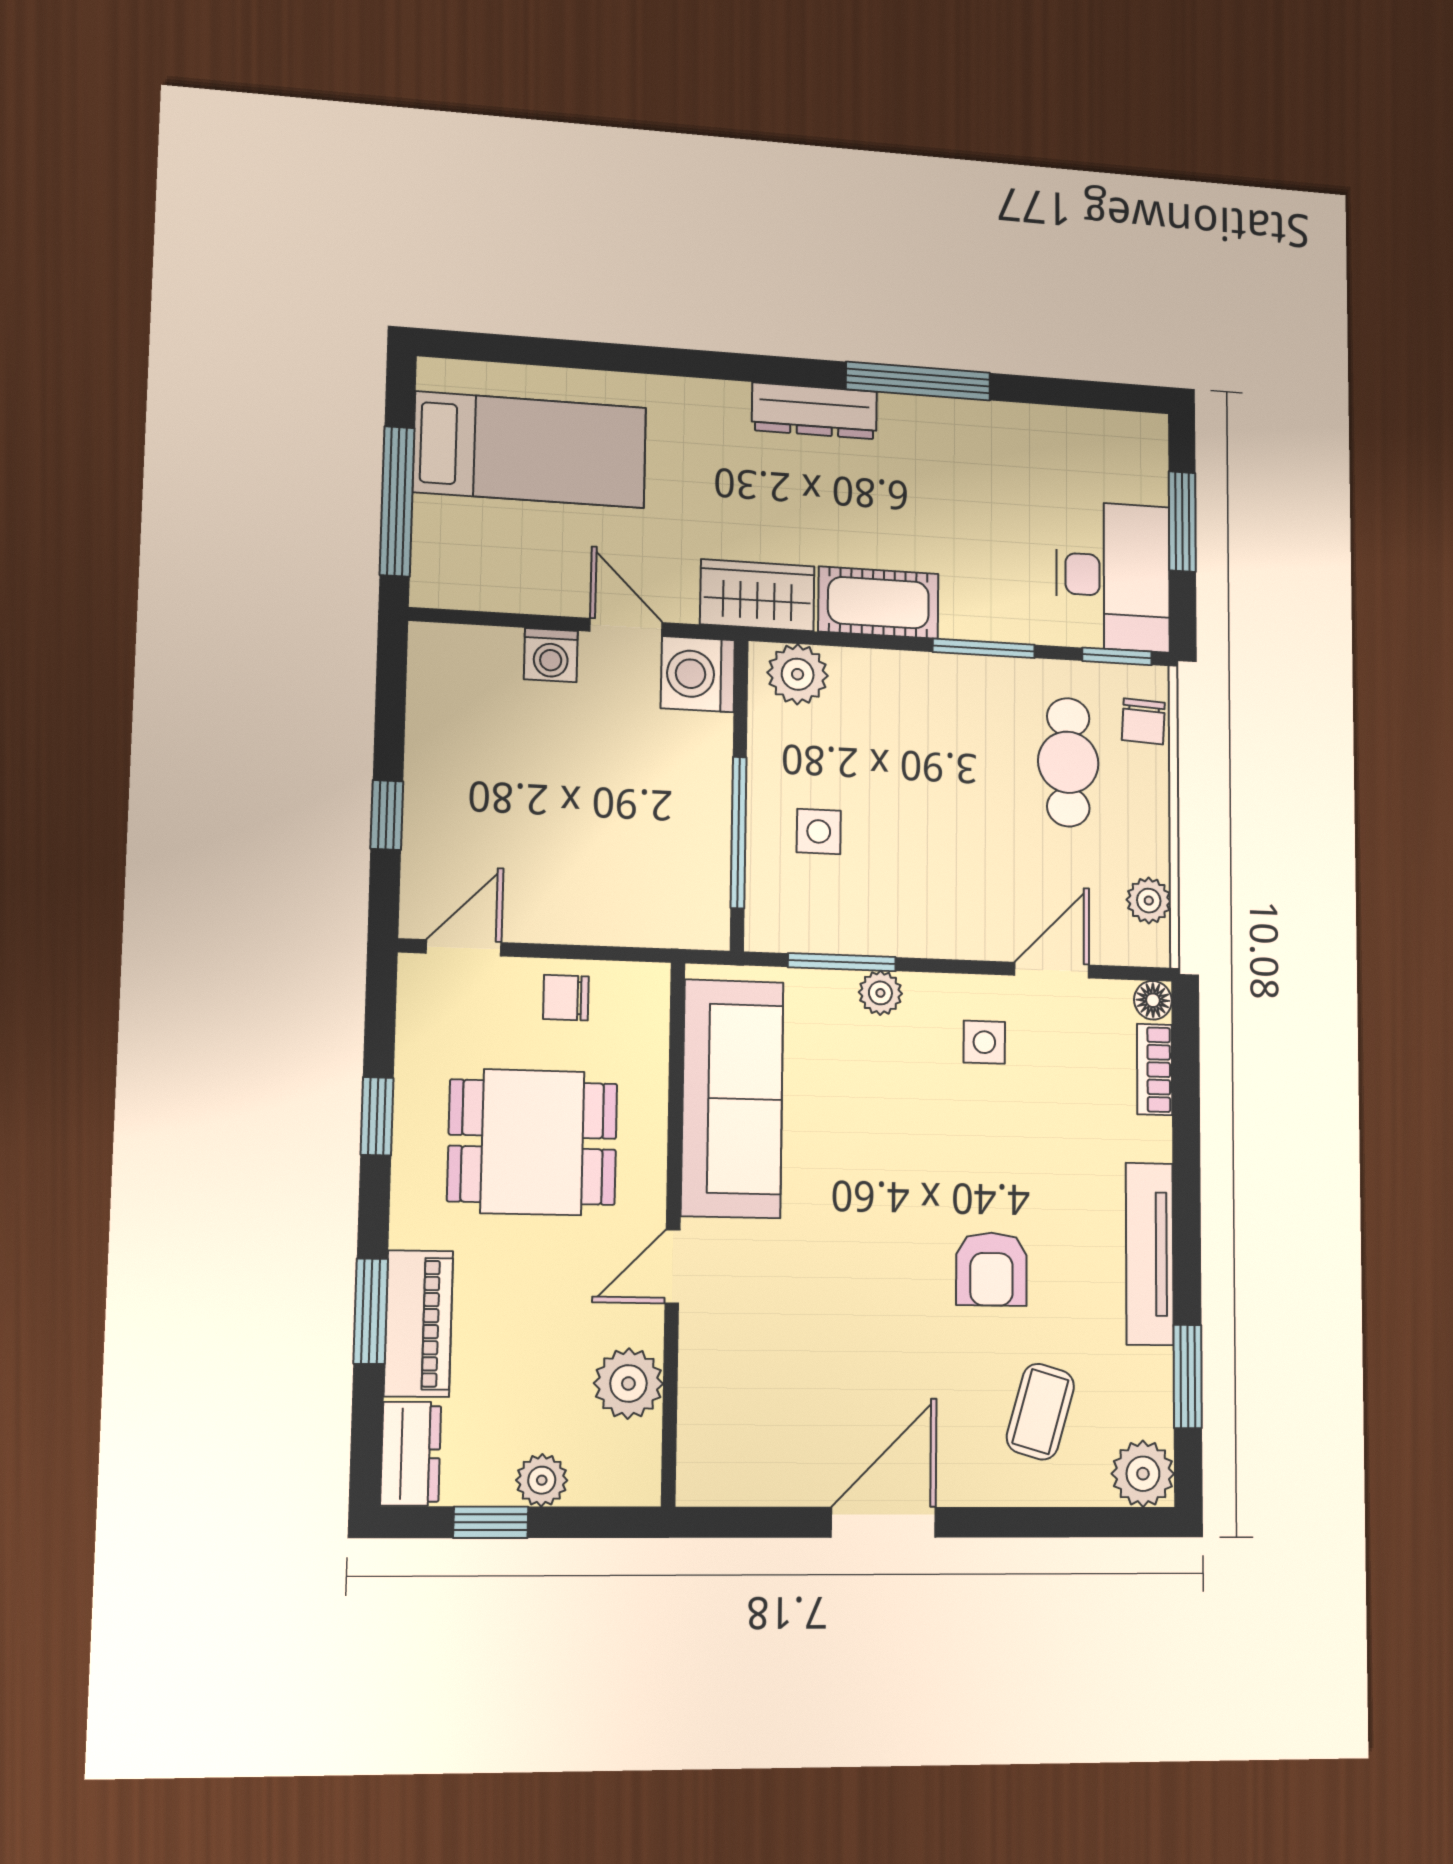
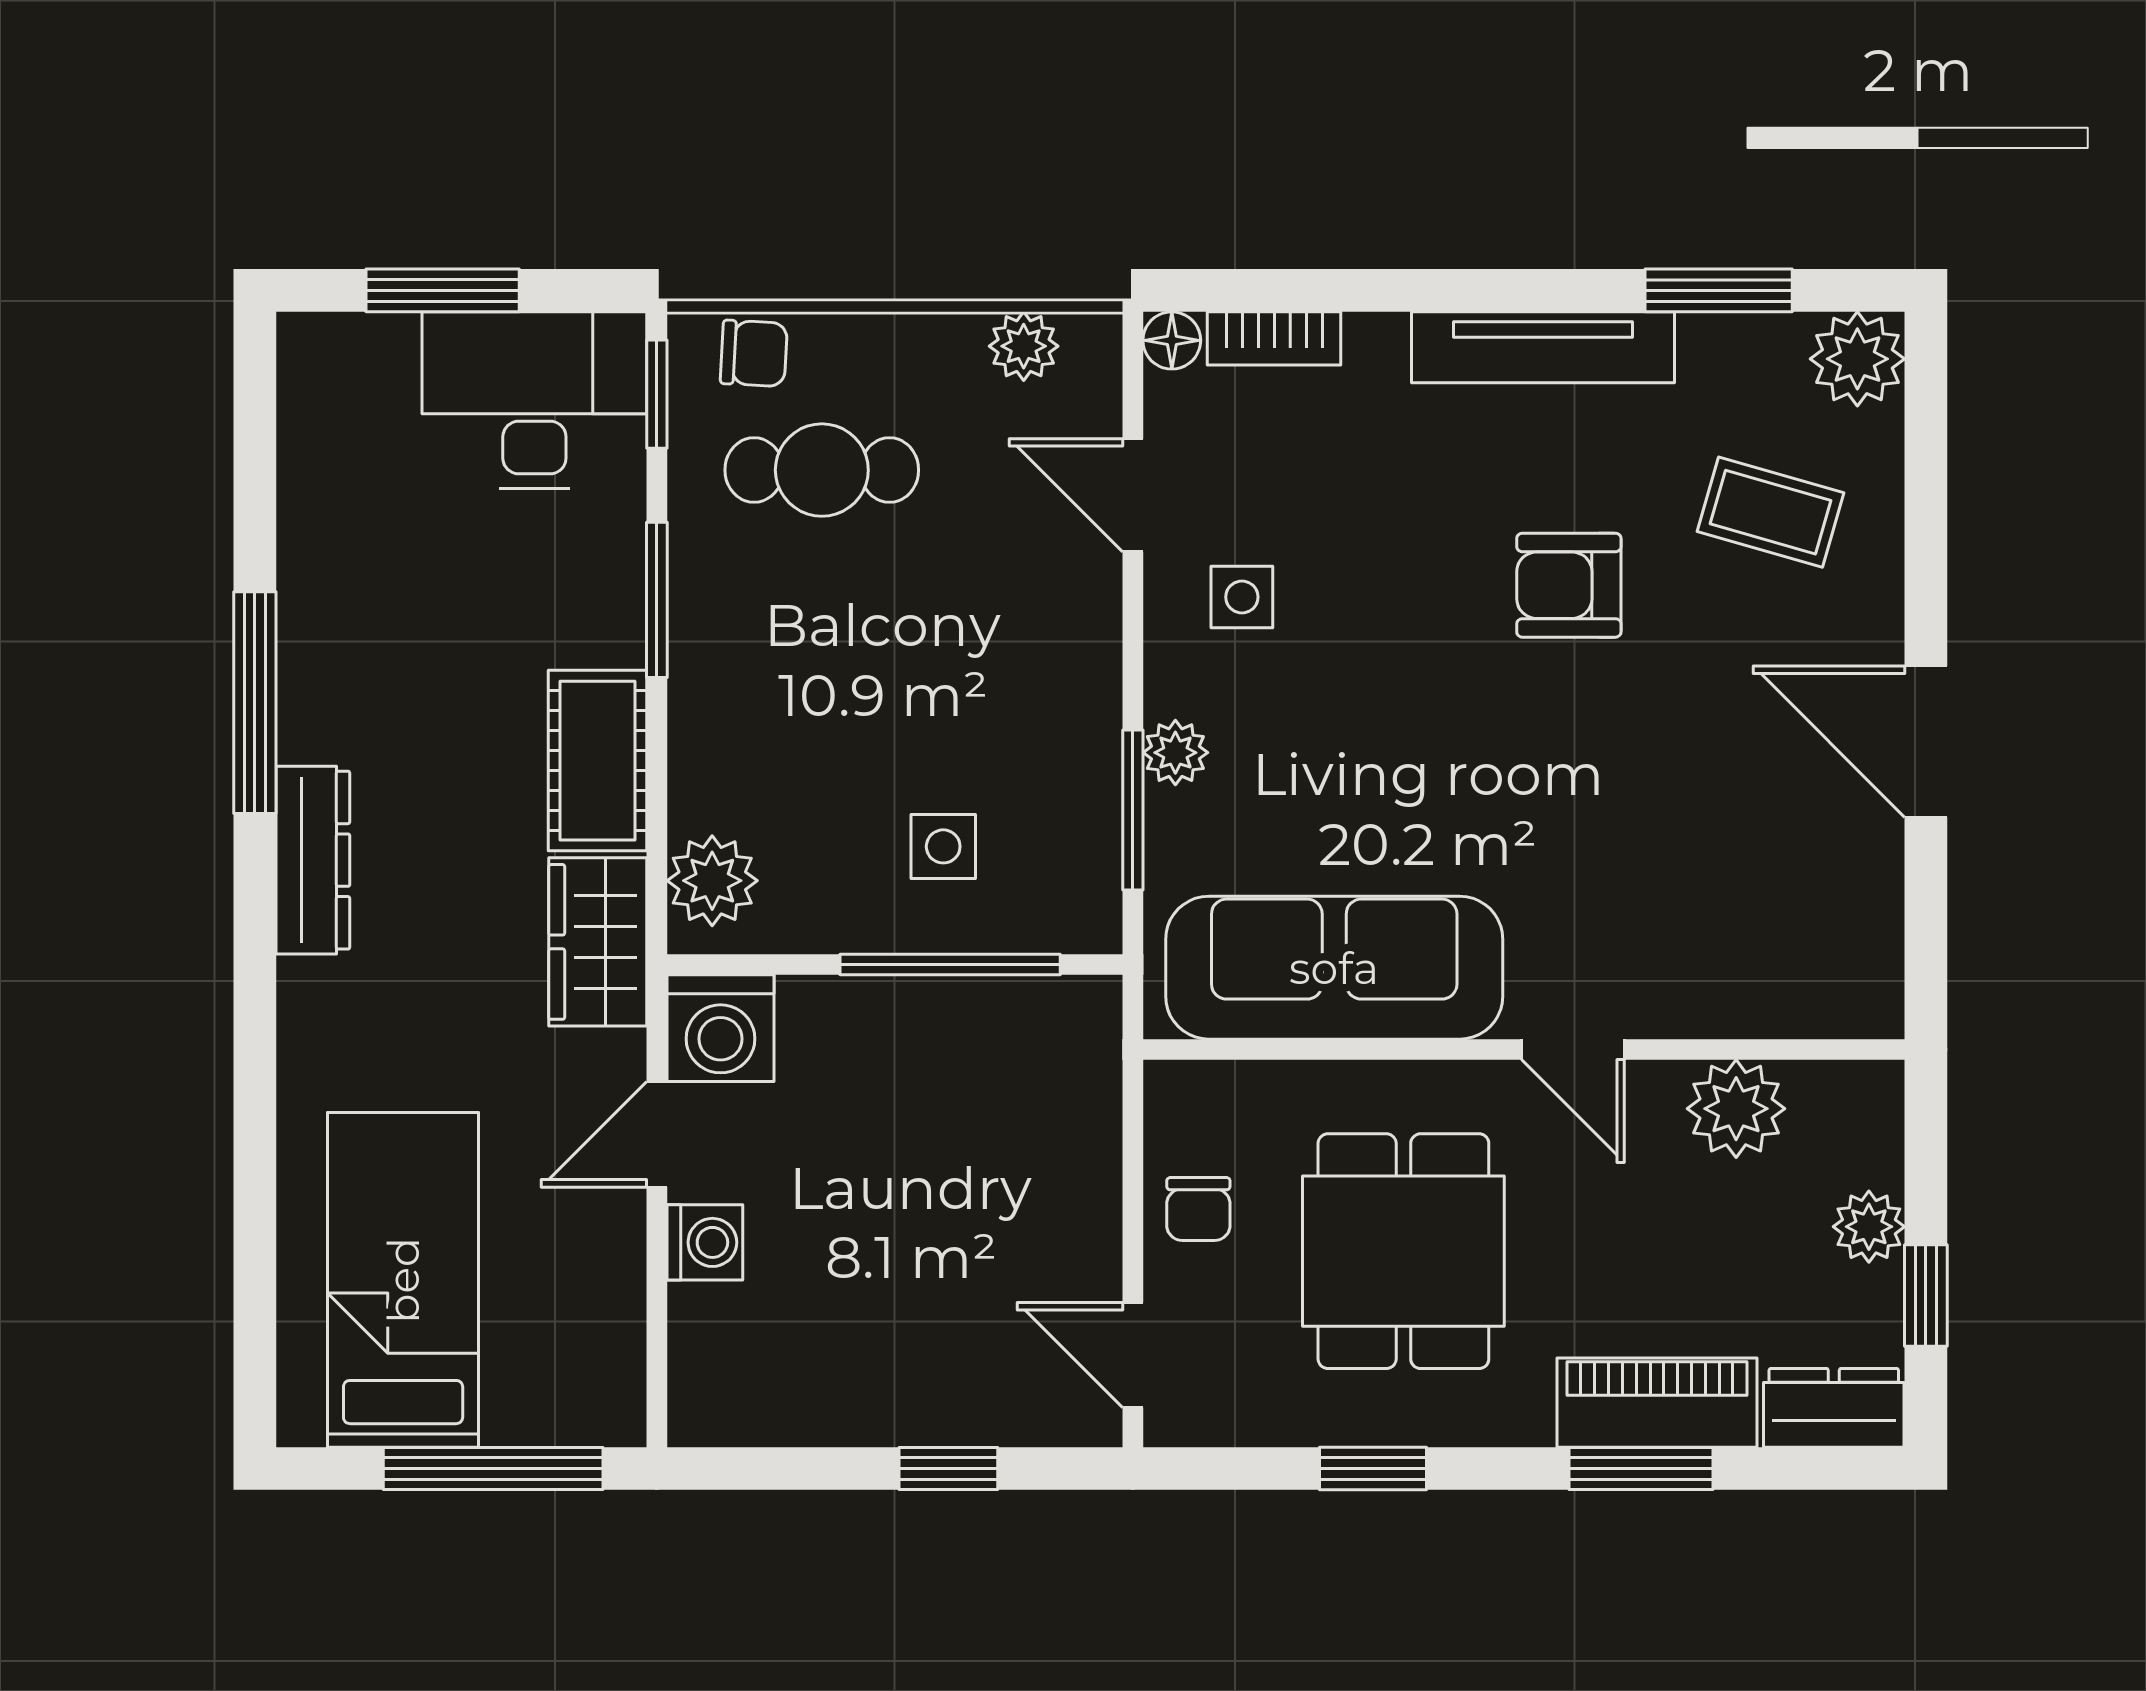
armchair: (992, 1269) -> (1569, 585), turned 180

